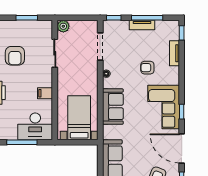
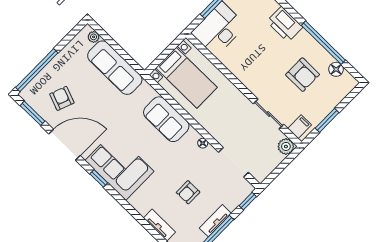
armchair: (15, 56) -> (303, 75), turned 180
armchair: (147, 68) -> (188, 192), moved, turned 180
filing cabinet: (45, 93) -> (300, 127), moved

